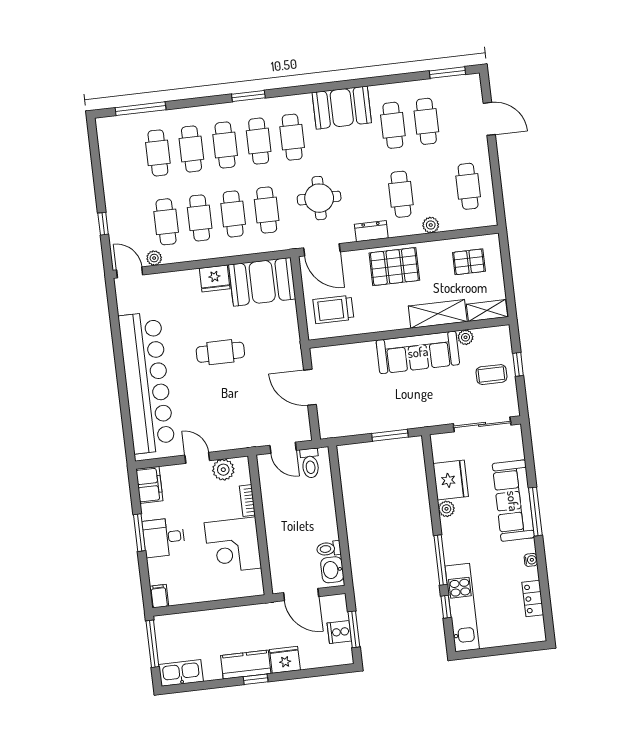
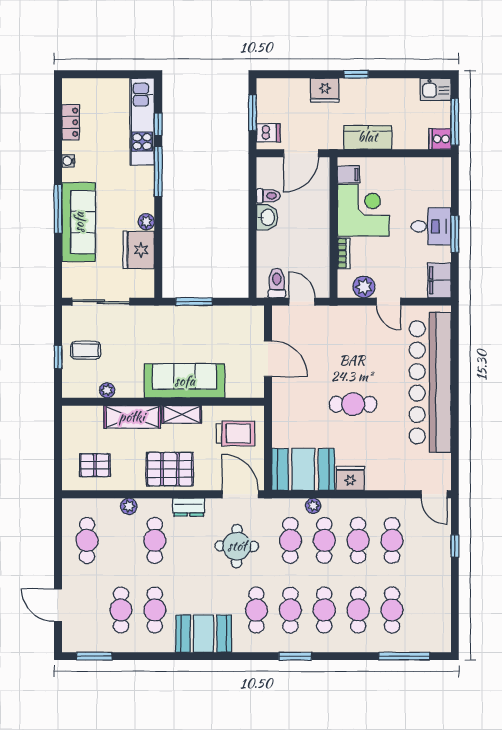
plant: (154, 258) -> (313, 506), moved
shelving: (487, 310) -> (182, 415), moved
sofa: (418, 352) -> (185, 381), moved
washbasin: (332, 570) -> (267, 217), moved
door: (301, 595) -> (301, 153), swing flipped
filing cabinet: (159, 596) -> (349, 174), moved, turned -90
dishwasher: (336, 611) -> (268, 133), added
cooker: (339, 632) -> (440, 139), moved, turned 180
kitchen counter: (246, 665) -> (368, 137), moved, turned 180
kitchen sink: (181, 673) -> (436, 89), width x0.73

